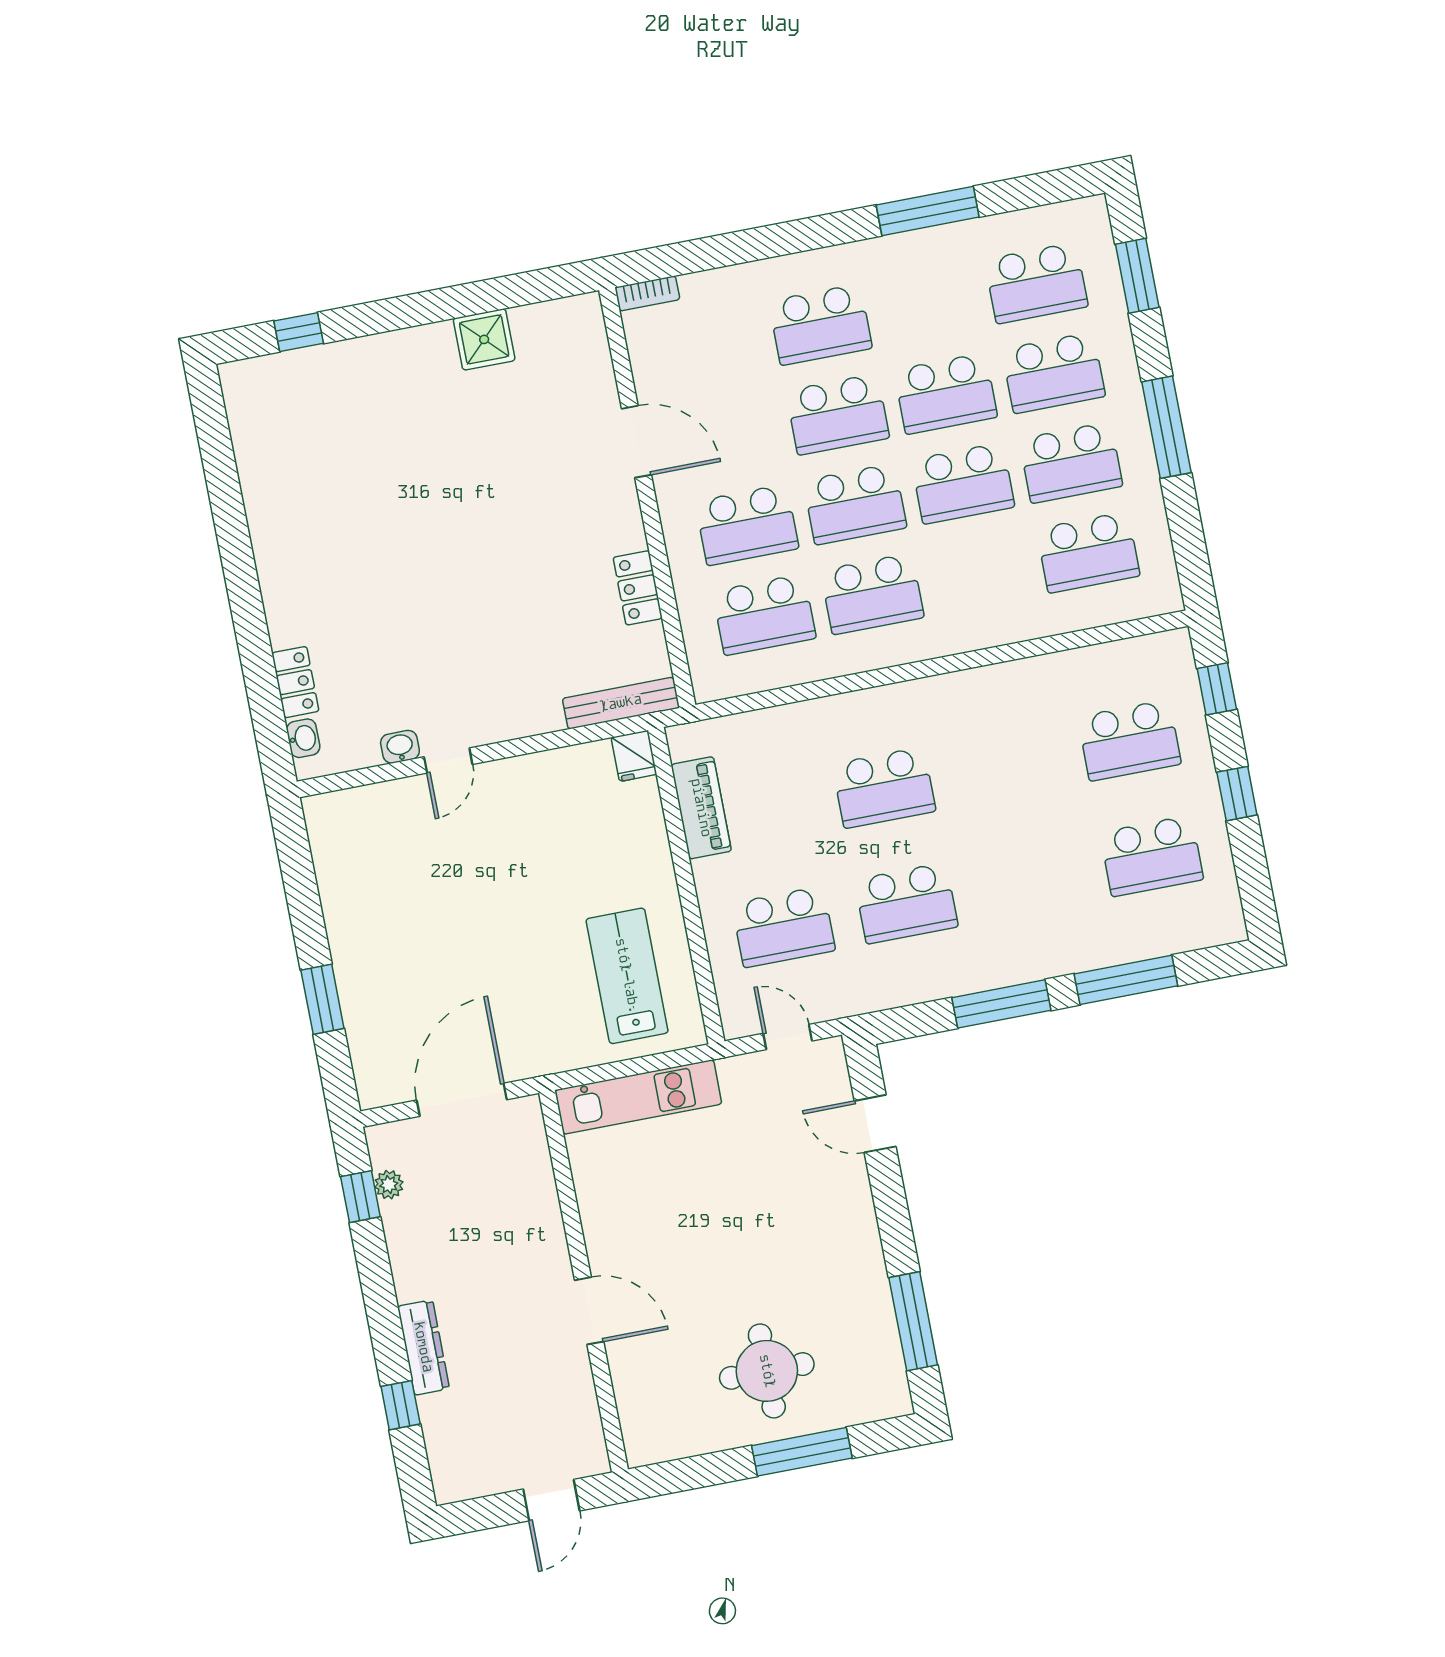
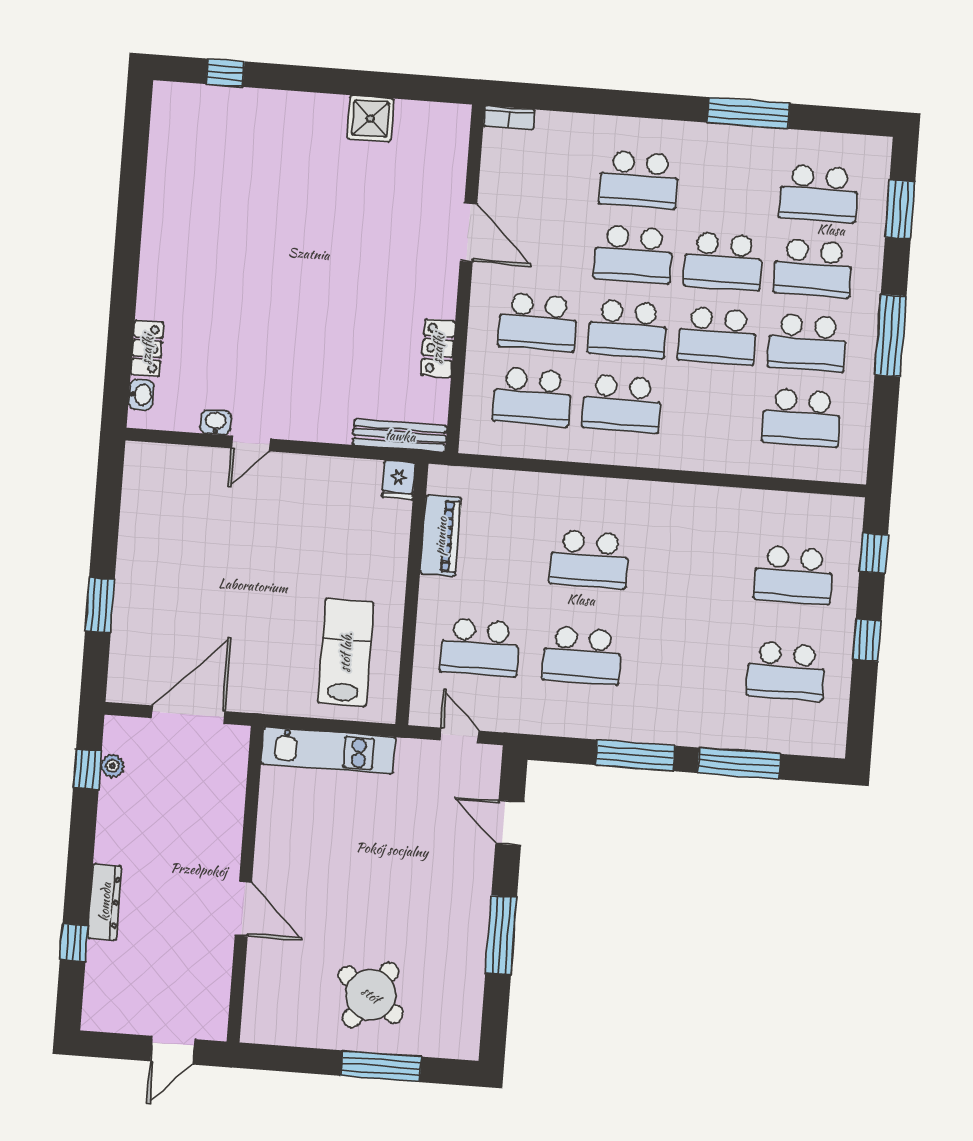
window: (913, 1321) -> (501, 935), moved
round table: (767, 1371) -> (371, 995), turned 35

